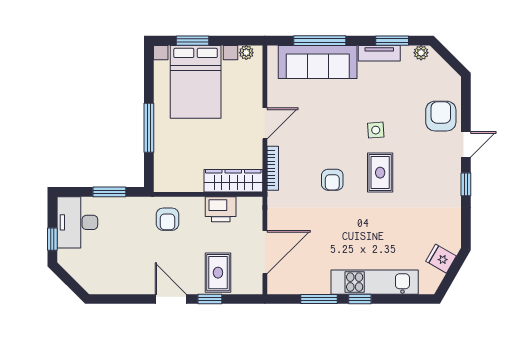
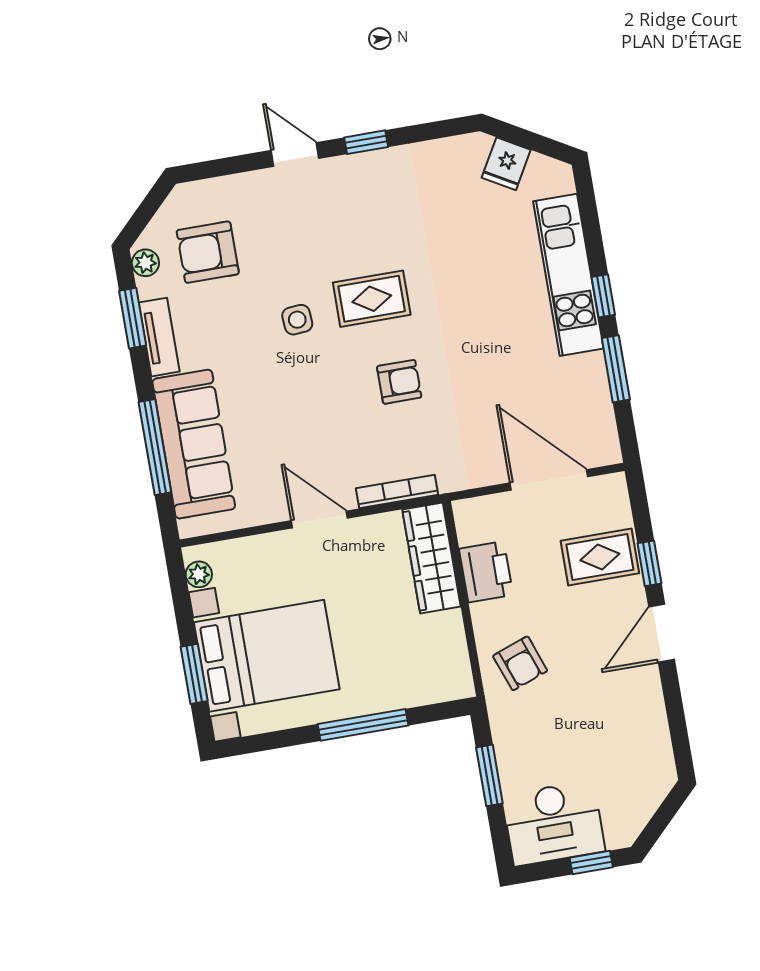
armchair: (441, 116) -> (208, 252), moved
armchair: (168, 219) -> (520, 663), turned 70

